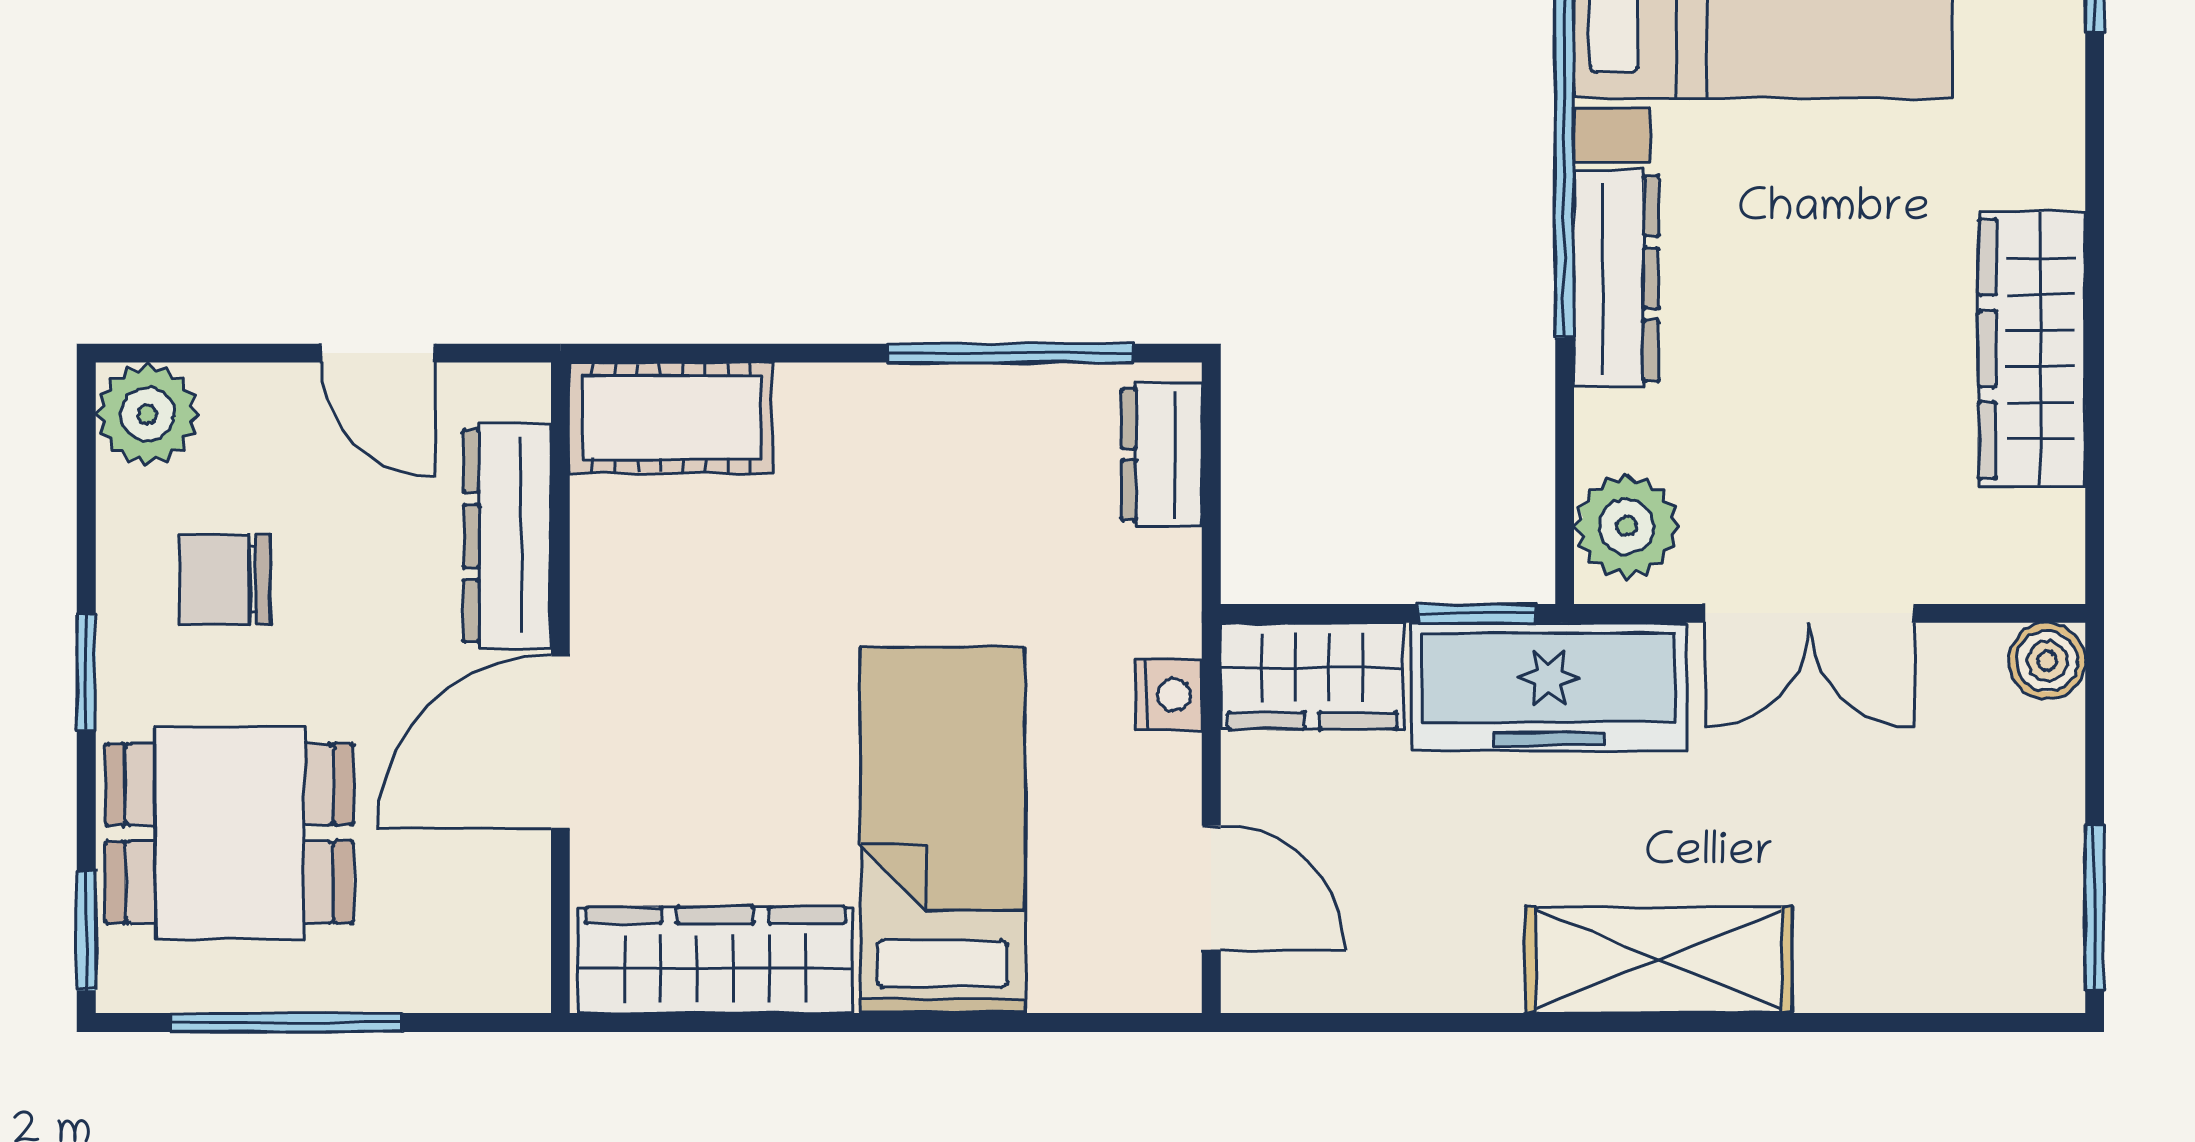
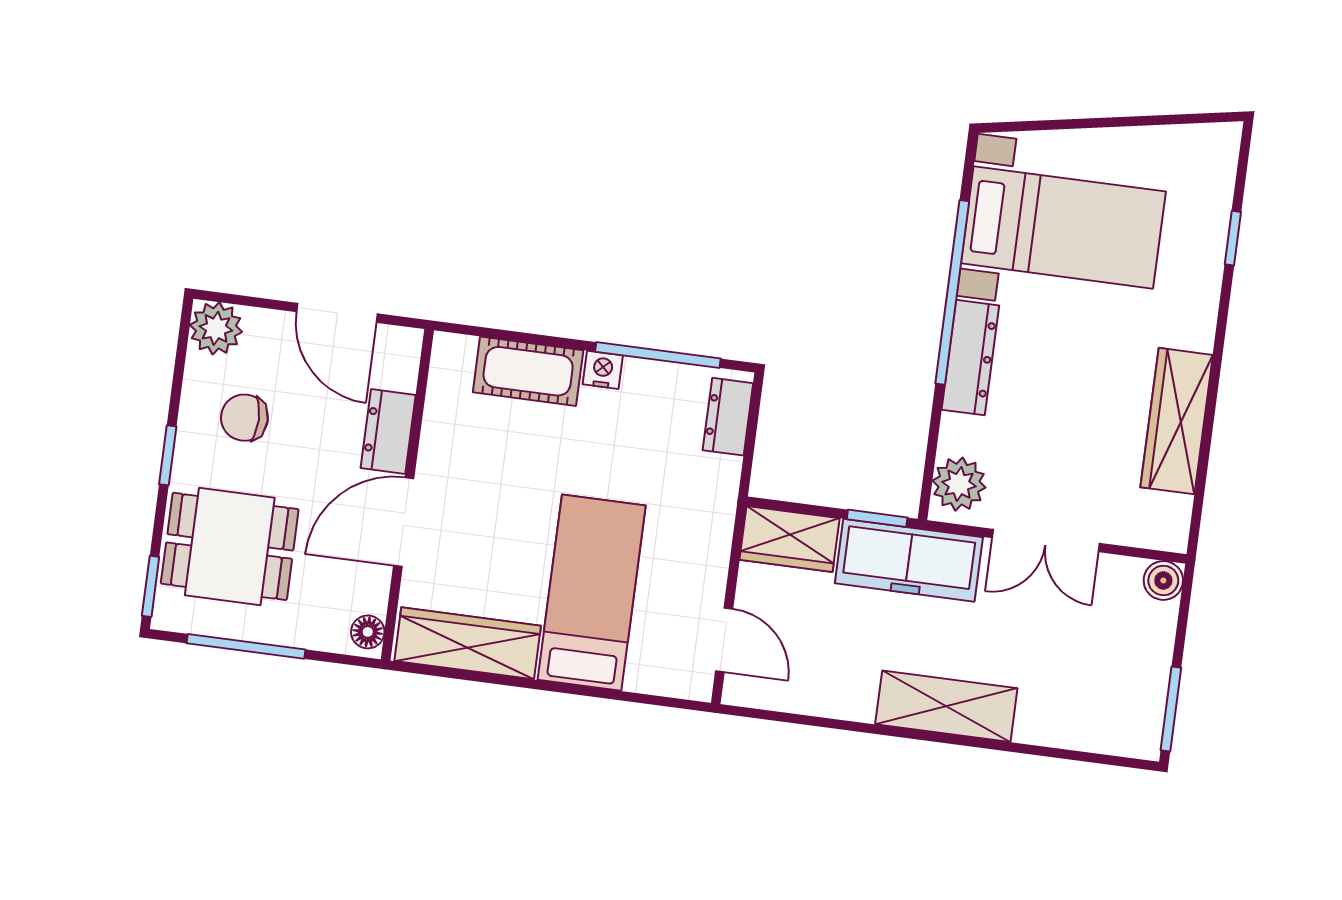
door: (378, 353) -> (337, 313), width x1.38
cot: (671, 418) -> (528, 371), moved
dresser: (507, 536) -> (388, 432), width x0.70
nightstand: (1169, 695) -> (603, 370), moved, turned -90
floor lamp: (519, 964) -> (368, 632), added

